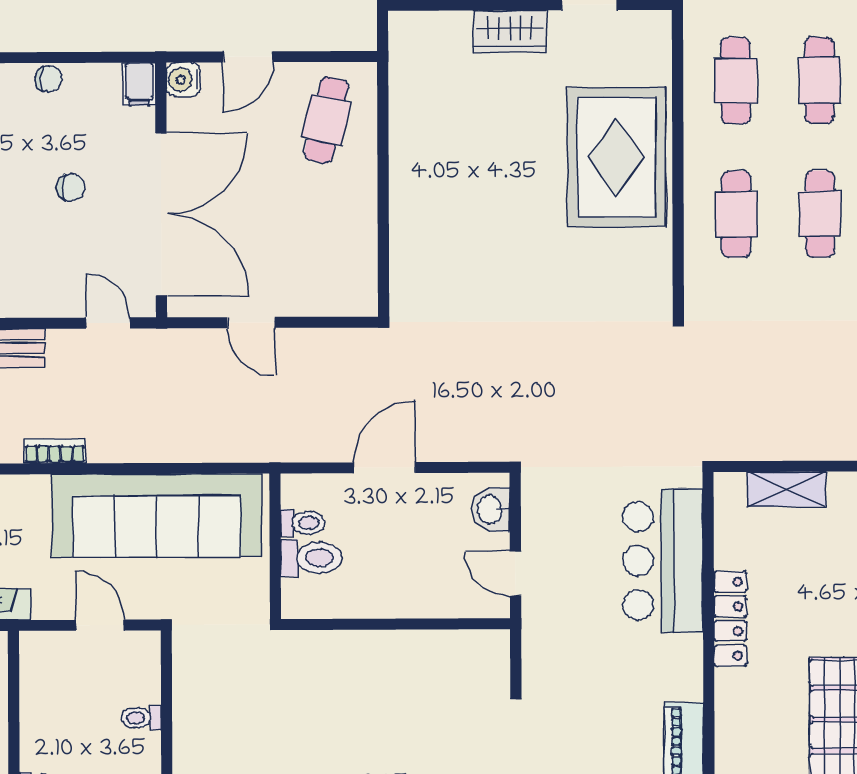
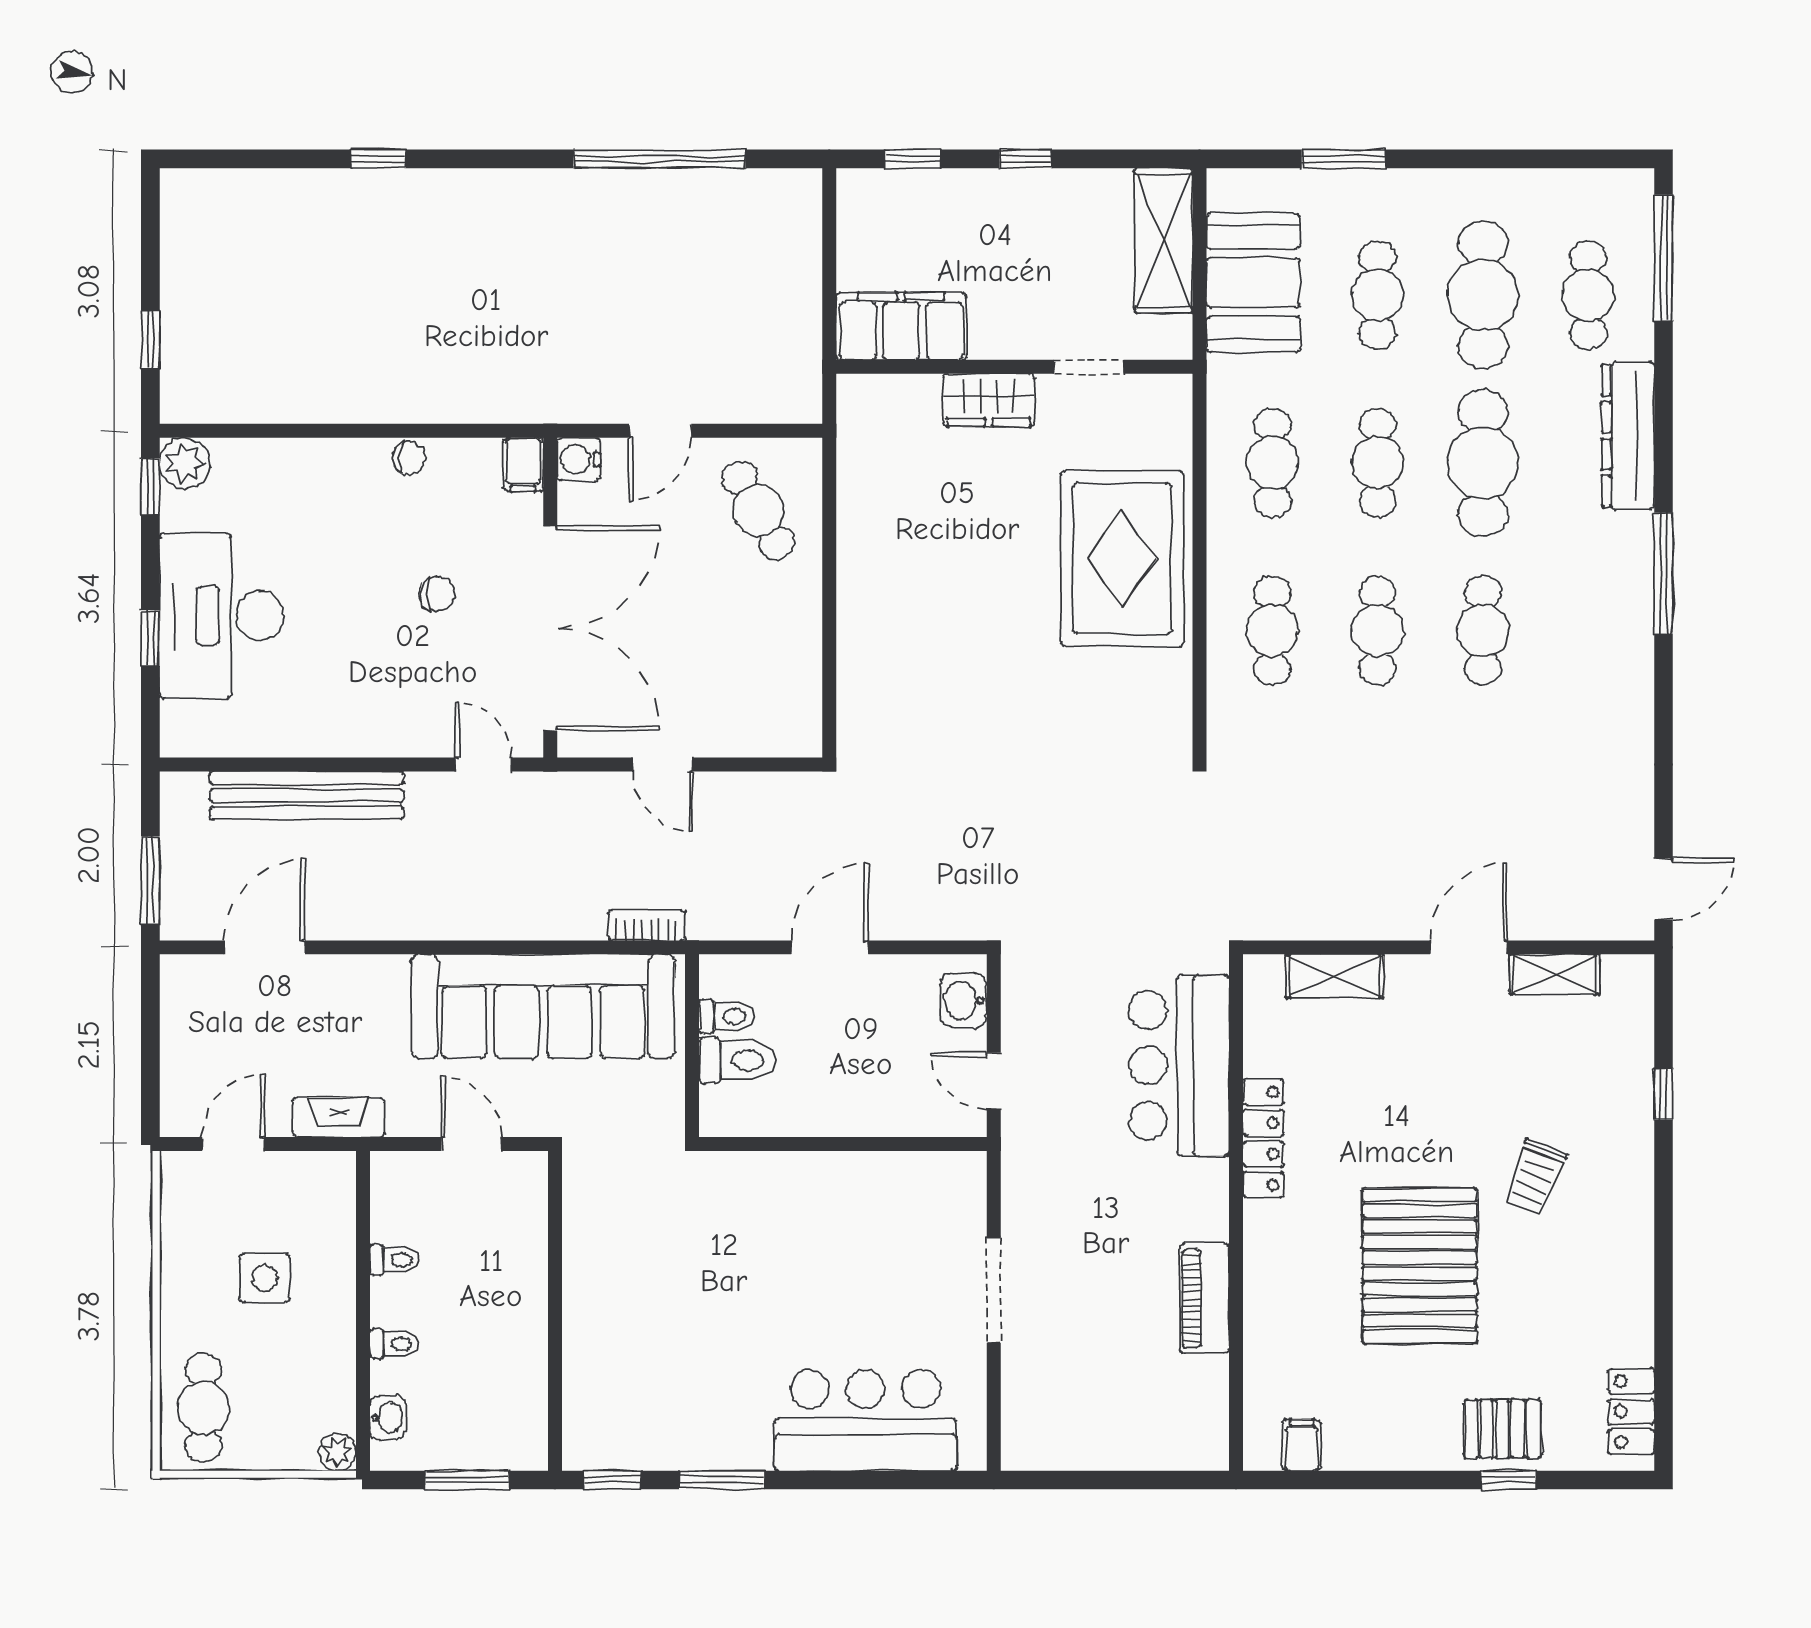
cafe table: (326, 120) -> (758, 511), turned -43
bookcase: (55, 451) -> (646, 925), moved
toilet: (141, 718) -> (395, 1260), moved, turned 180

